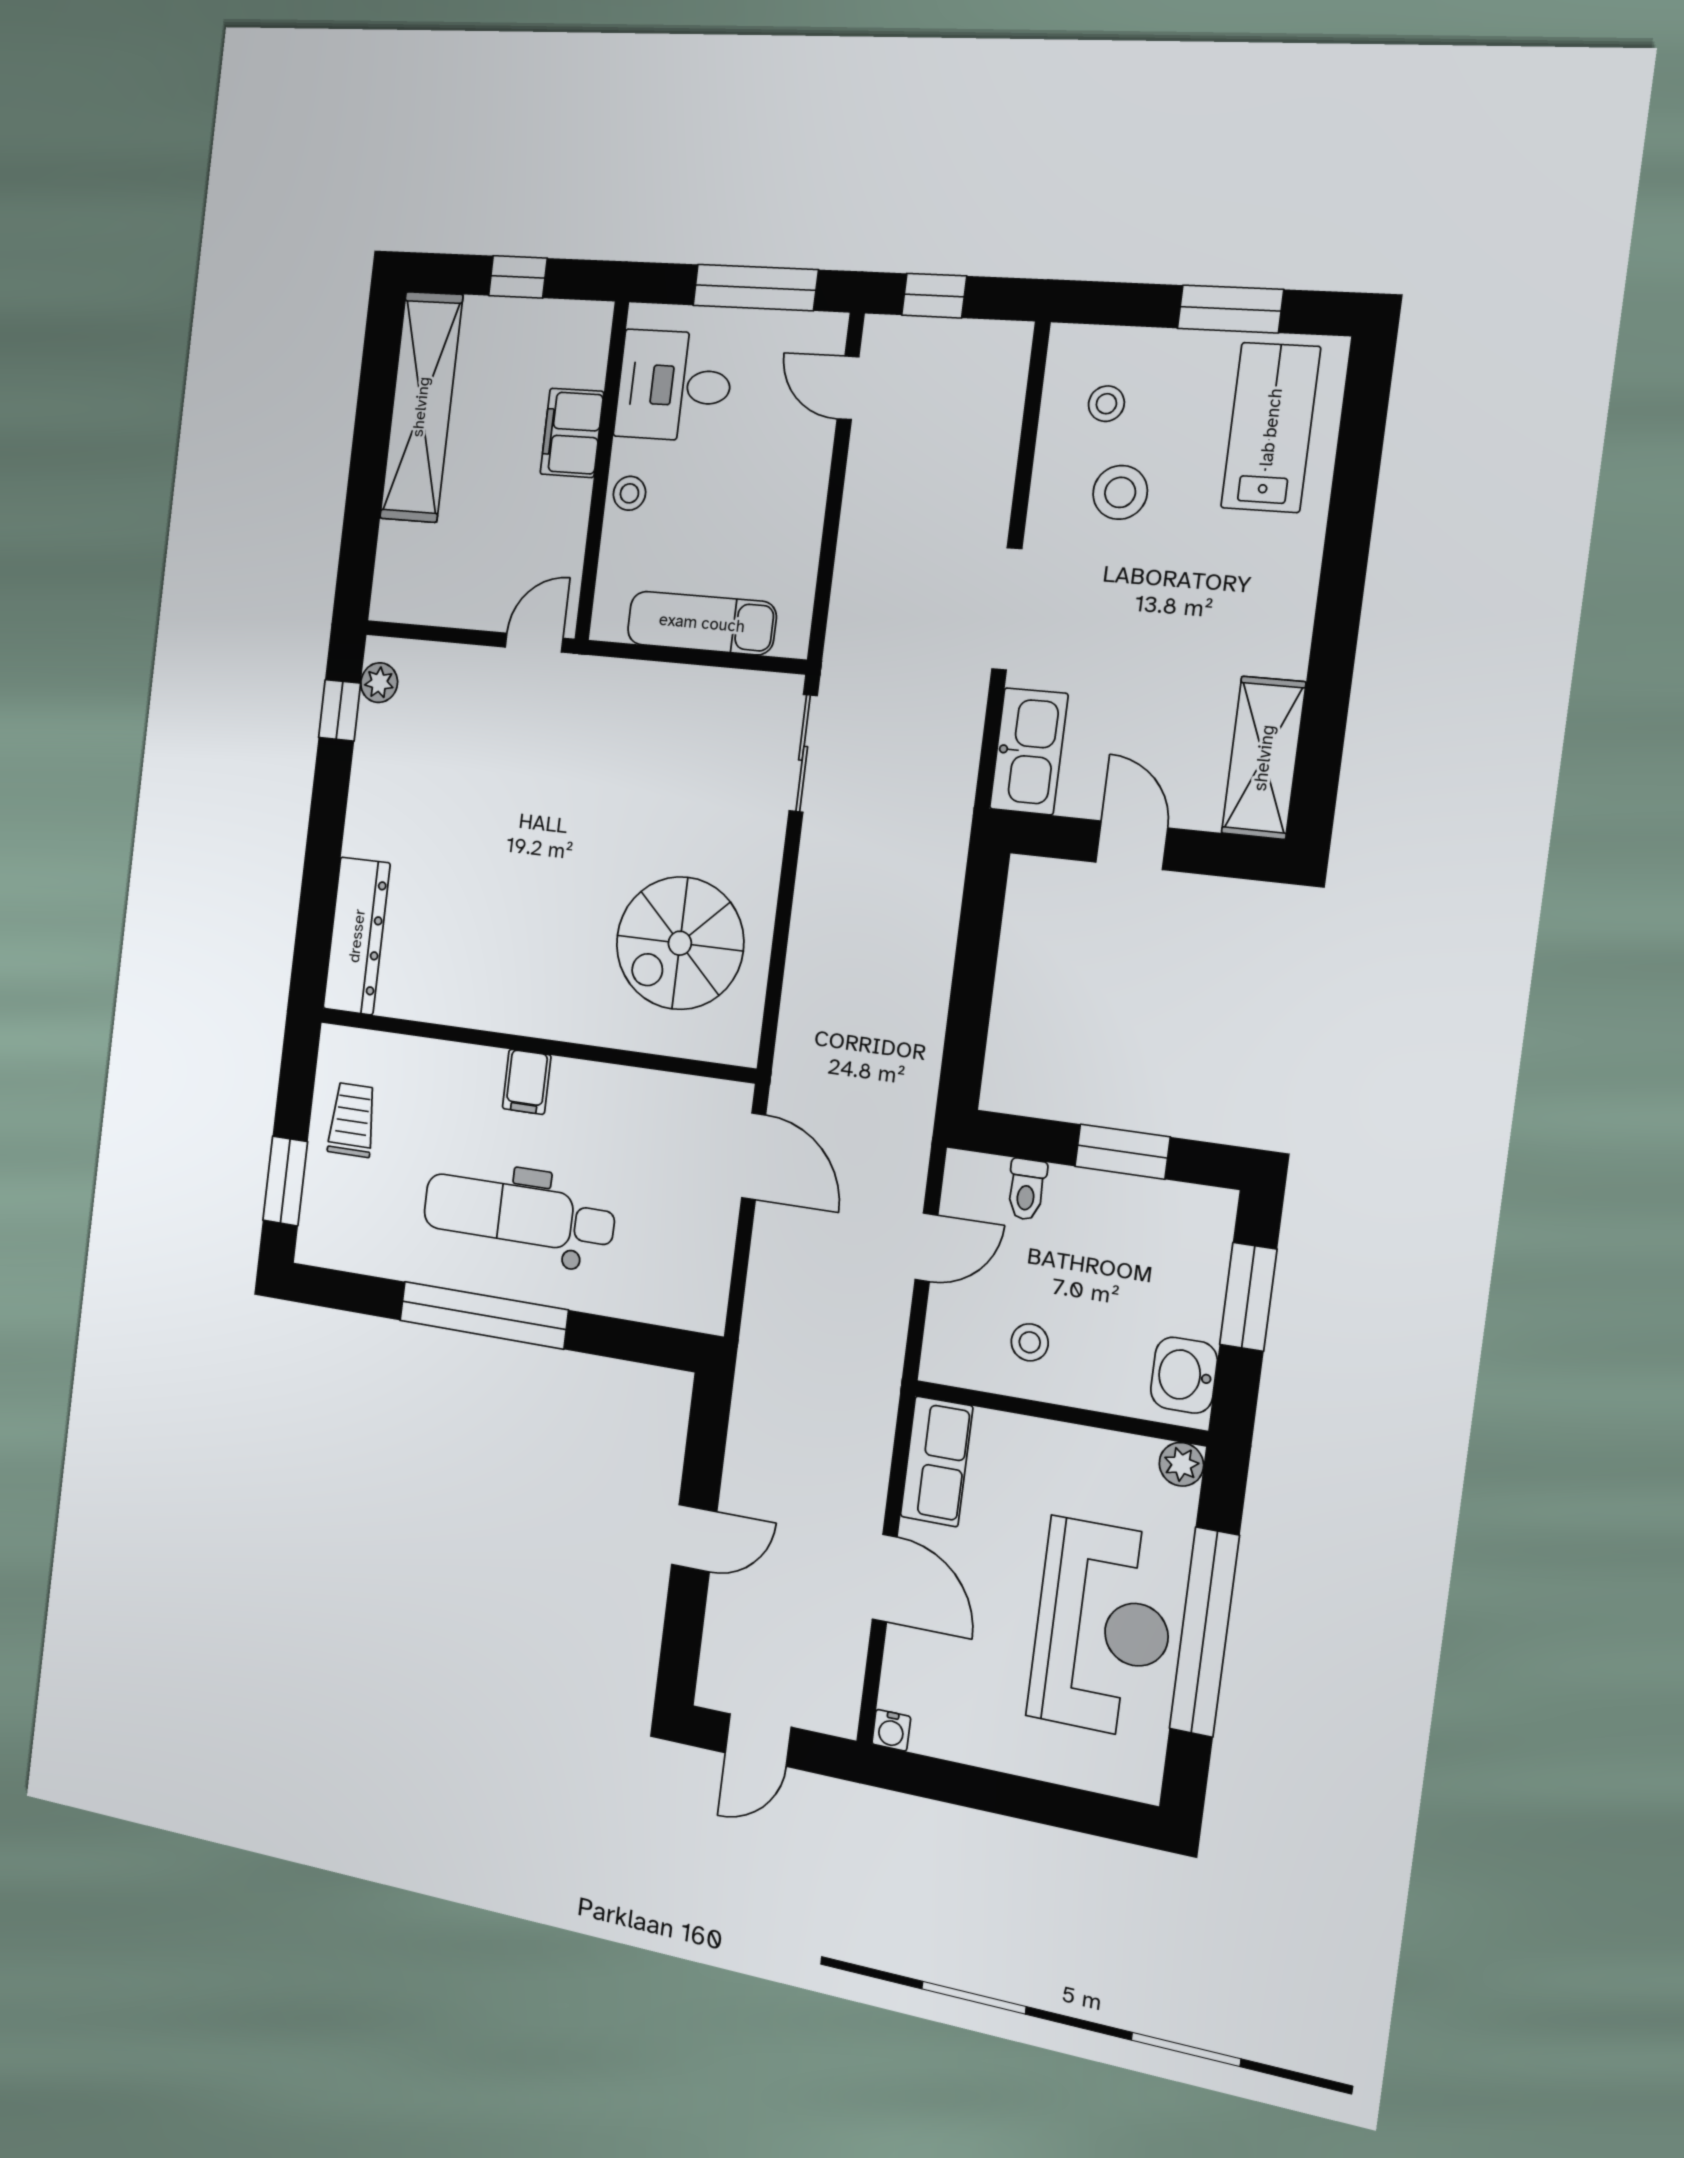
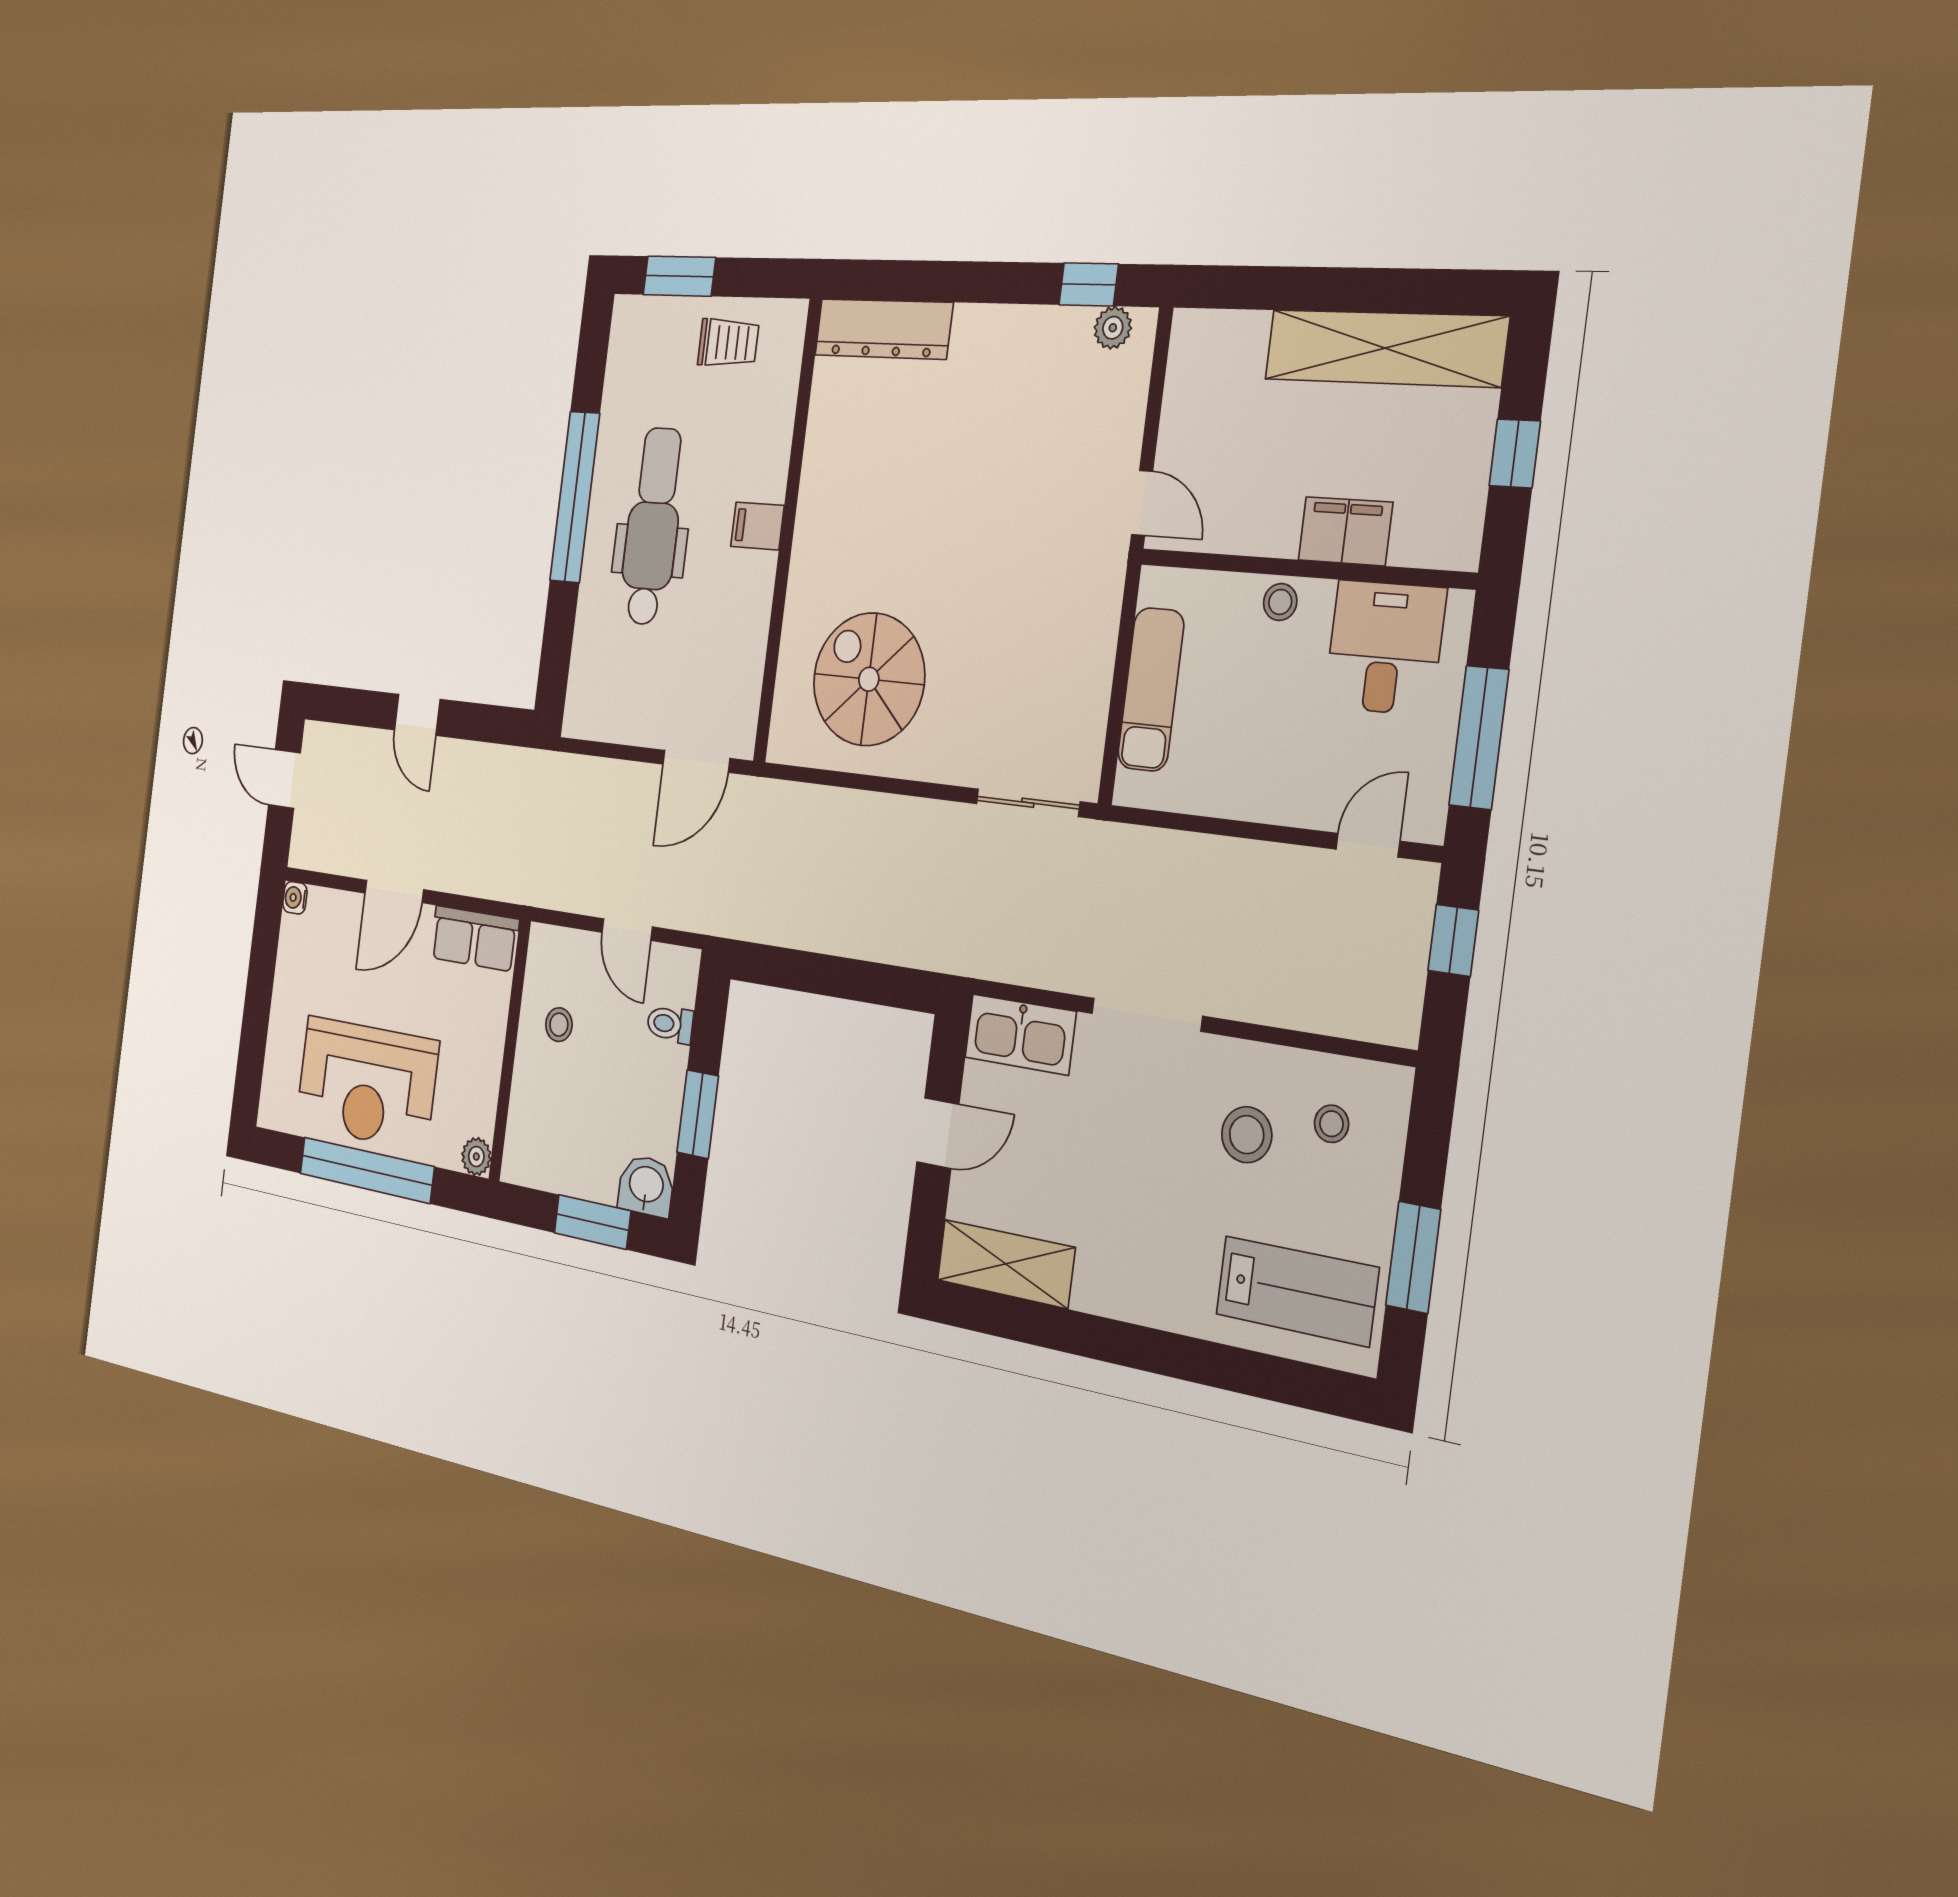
washbasin: (1184, 1375) -> (646, 1186), moved

